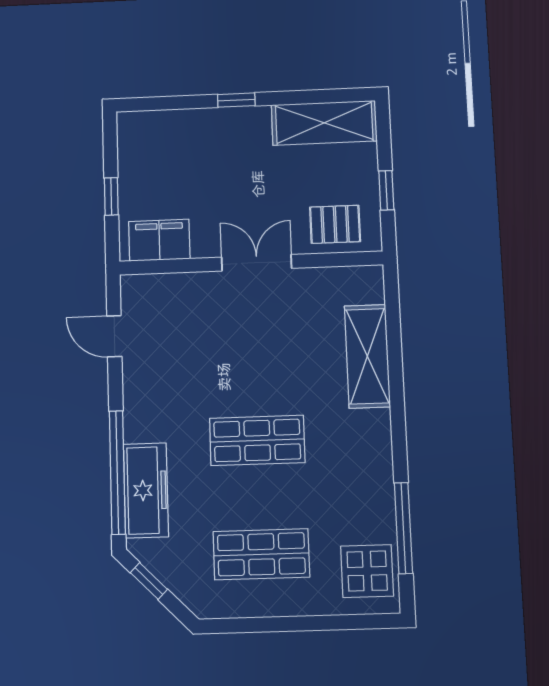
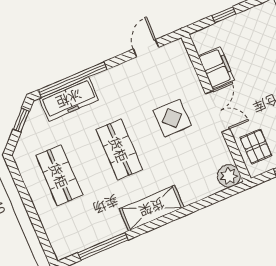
filing cabinet: (159, 240) -> (216, 68), moved
plant: (365, 284) -> (229, 176), added
shelving: (367, 356) -> (152, 208), moved
display table: (367, 571) -> (172, 118), moved

